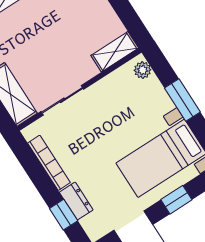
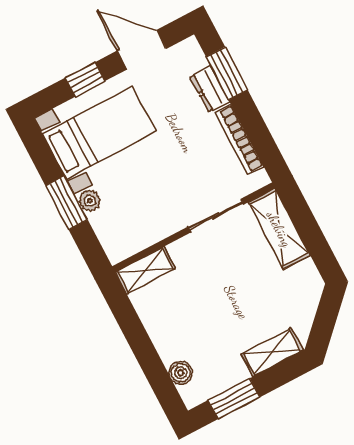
plant: (143, 70) -> (90, 201), moved
window: (64, 215) -> (227, 73), width x1.50

